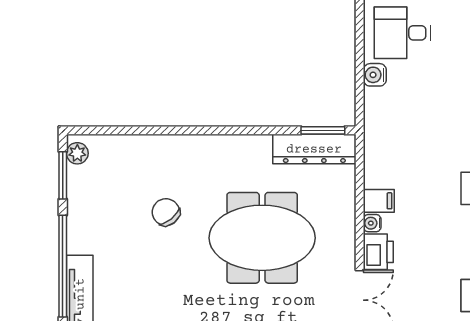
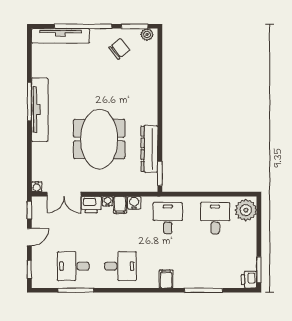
water cooler: (375, 75) -> (134, 203), moved
desk: (402, 116) -> (168, 218), added
dresser: (314, 149) -> (149, 149), moved
chair: (166, 212) -> (119, 49), moved

